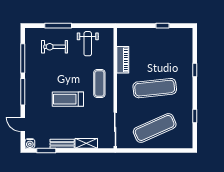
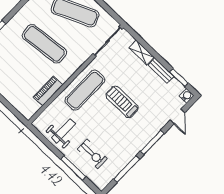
exercise mat: (99, 83) -> (85, 90), width x1.36, depth x1.45
treadmill: (68, 99) -> (122, 102), turned 180

